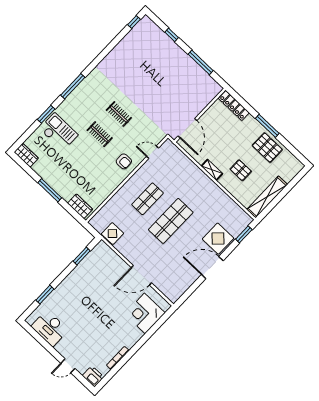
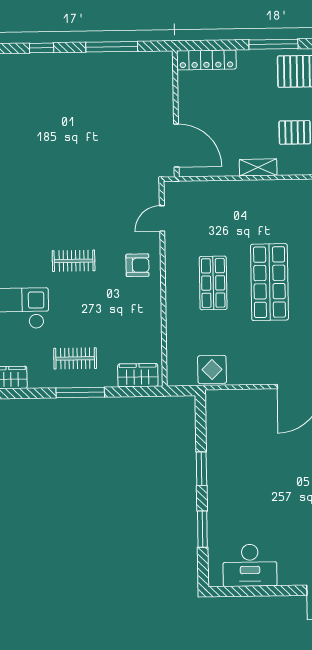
clothes rail: (119, 114) -> (75, 358), moved
window: (82, 256) -> (201, 469), moved

